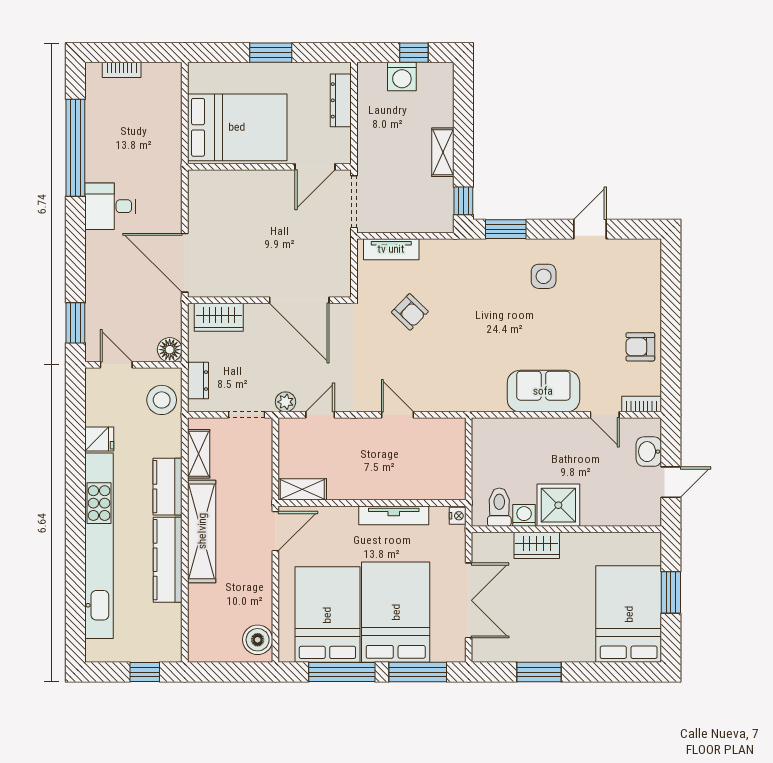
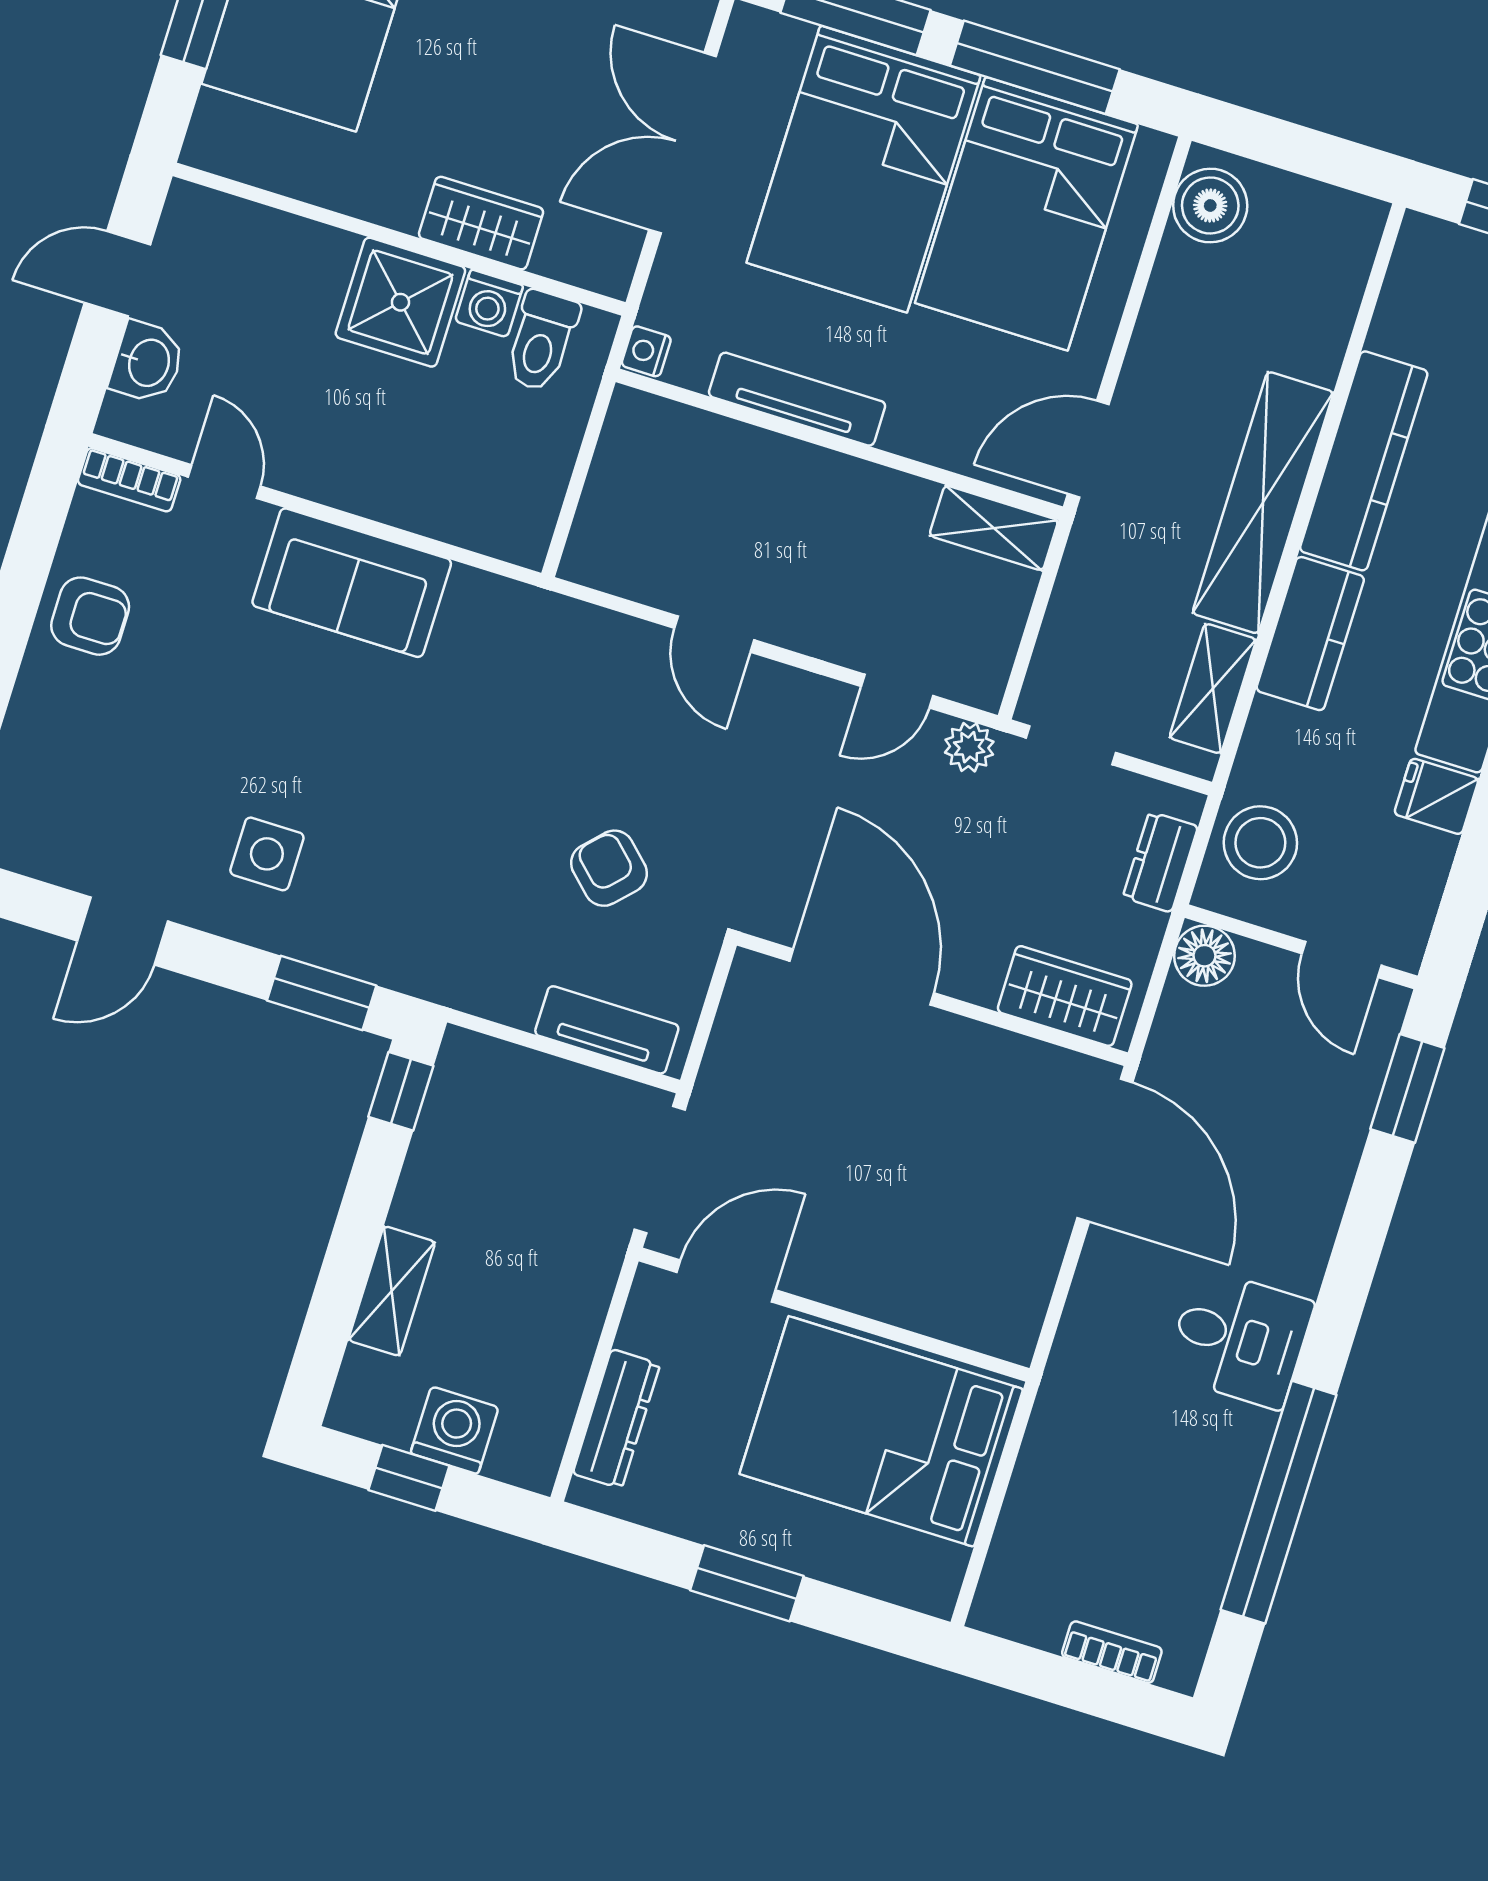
shelving: (443, 152) -> (392, 1291), moved

